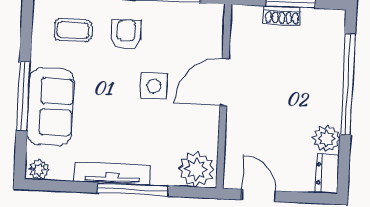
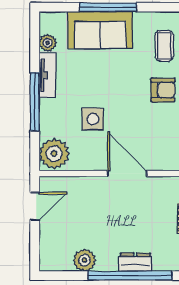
side table: (154, 86) -> (93, 119), moved
plant: (39, 170) -> (48, 43), moved
tv unit: (113, 173) -> (47, 75), width x0.71
dresser: (327, 174) -> (135, 262), moved

